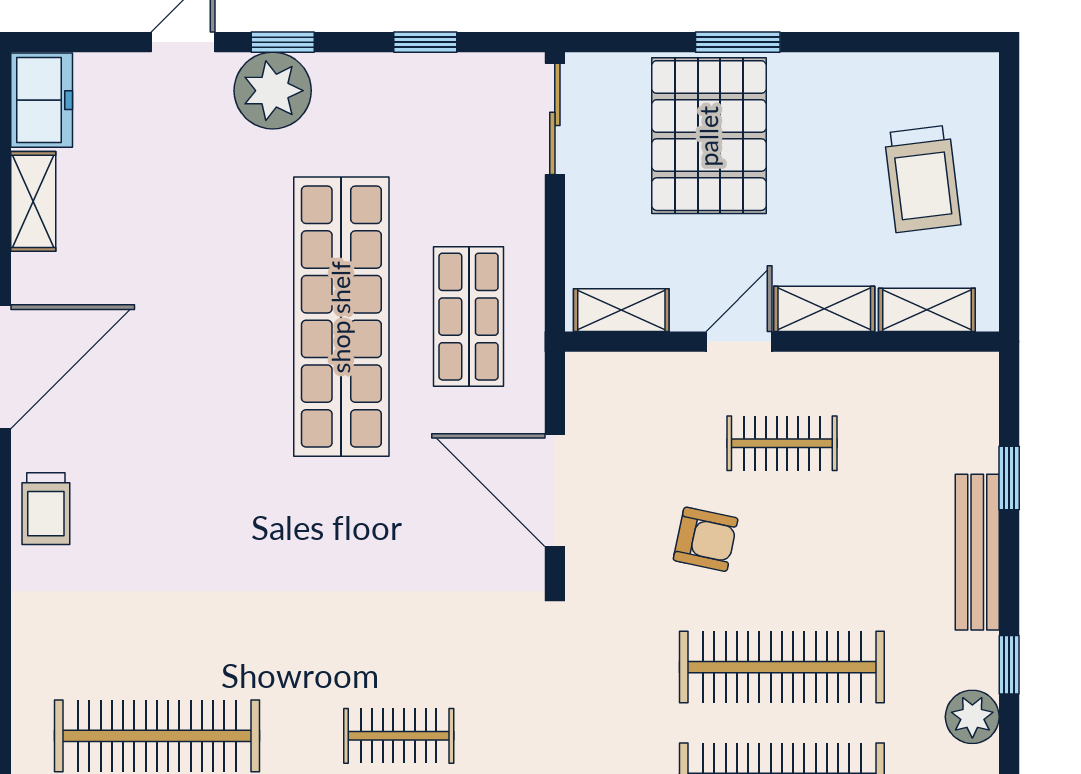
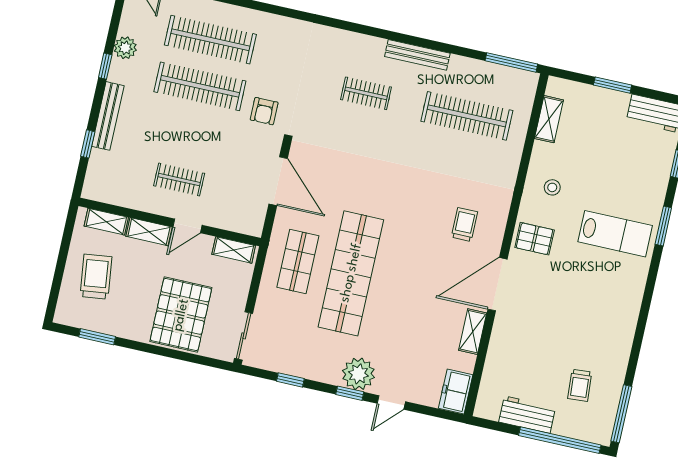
window: (738, 42) -> (97, 337), moved
shelving: (33, 201) -> (473, 332), moved
trolley: (46, 509) -> (464, 225), moved
armchair: (706, 539) -> (264, 111), moved, turned -102

